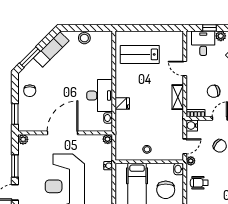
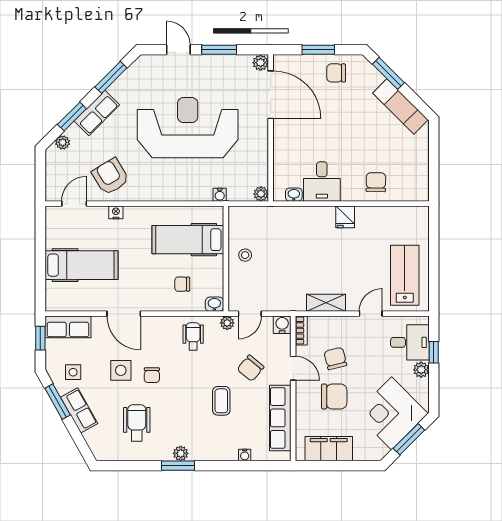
stool: (84, 38) -> (418, 158), removed
lab bench: (140, 54) -> (405, 275), moved
chair: (100, 65) -> (376, 182), added
desk: (100, 96) -> (322, 182), width x0.73
fridge: (122, 104) -> (345, 217), moved
window: (15, 114) -> (318, 50), moved
door: (63, 133) -> (271, 95), moved
door: (185, 146) -> (250, 314), hinge flipped
chair: (166, 190) -> (182, 284), width x0.54, depth x0.54

